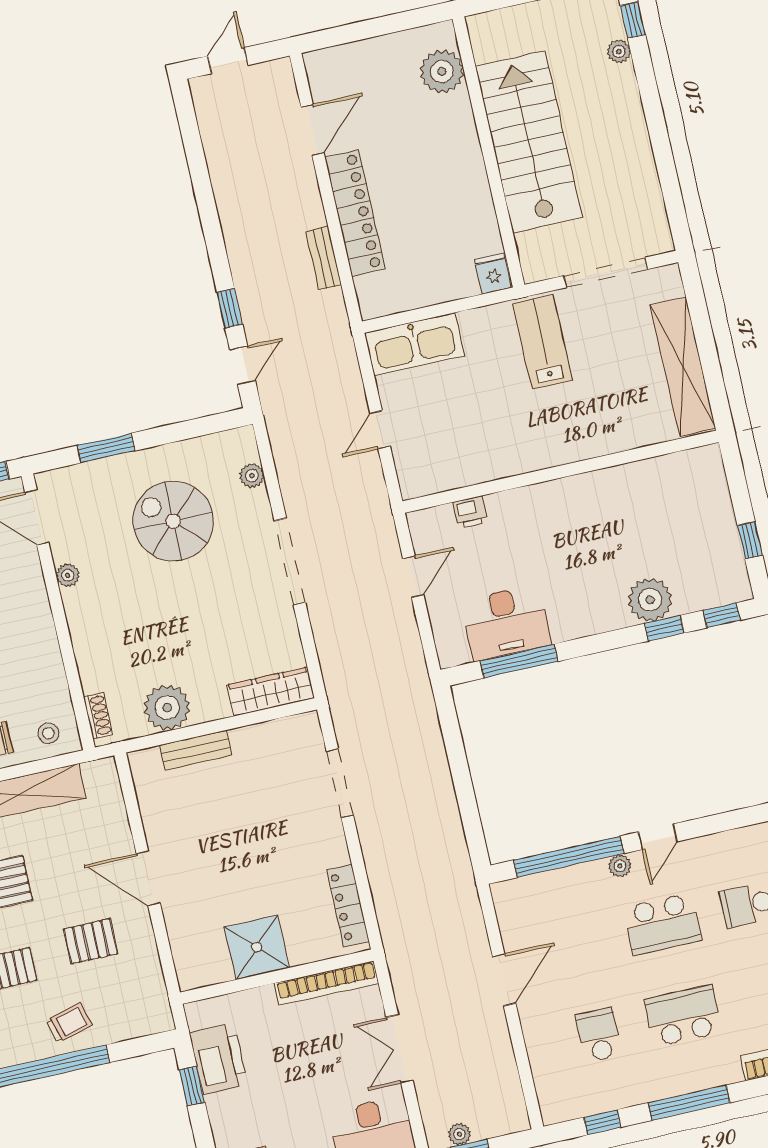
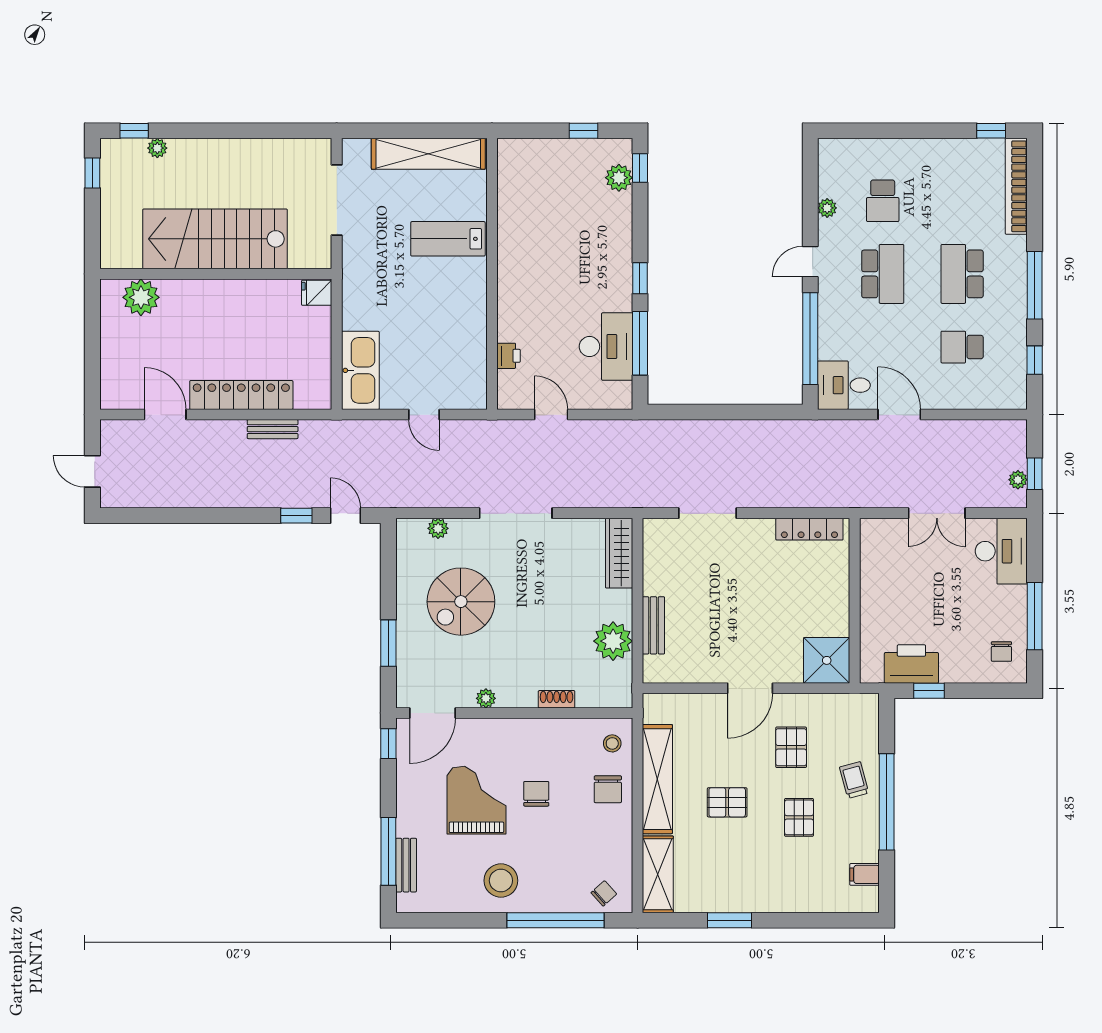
lab bench: (543, 342) -> (448, 239), moved
plant: (650, 600) -> (619, 178), moved, width x0.73, depth x0.73
window: (664, 628) -> (640, 278), moved
shoe rack: (98, 716) -> (557, 699), moved
door: (658, 837) -> (810, 262), swing flipped
plant: (620, 866) -> (827, 208), moved
desk: (524, 908) -> (844, 385), added
shower: (257, 947) -> (827, 660), moved
bookcase: (327, 983) -> (869, 561), removed

